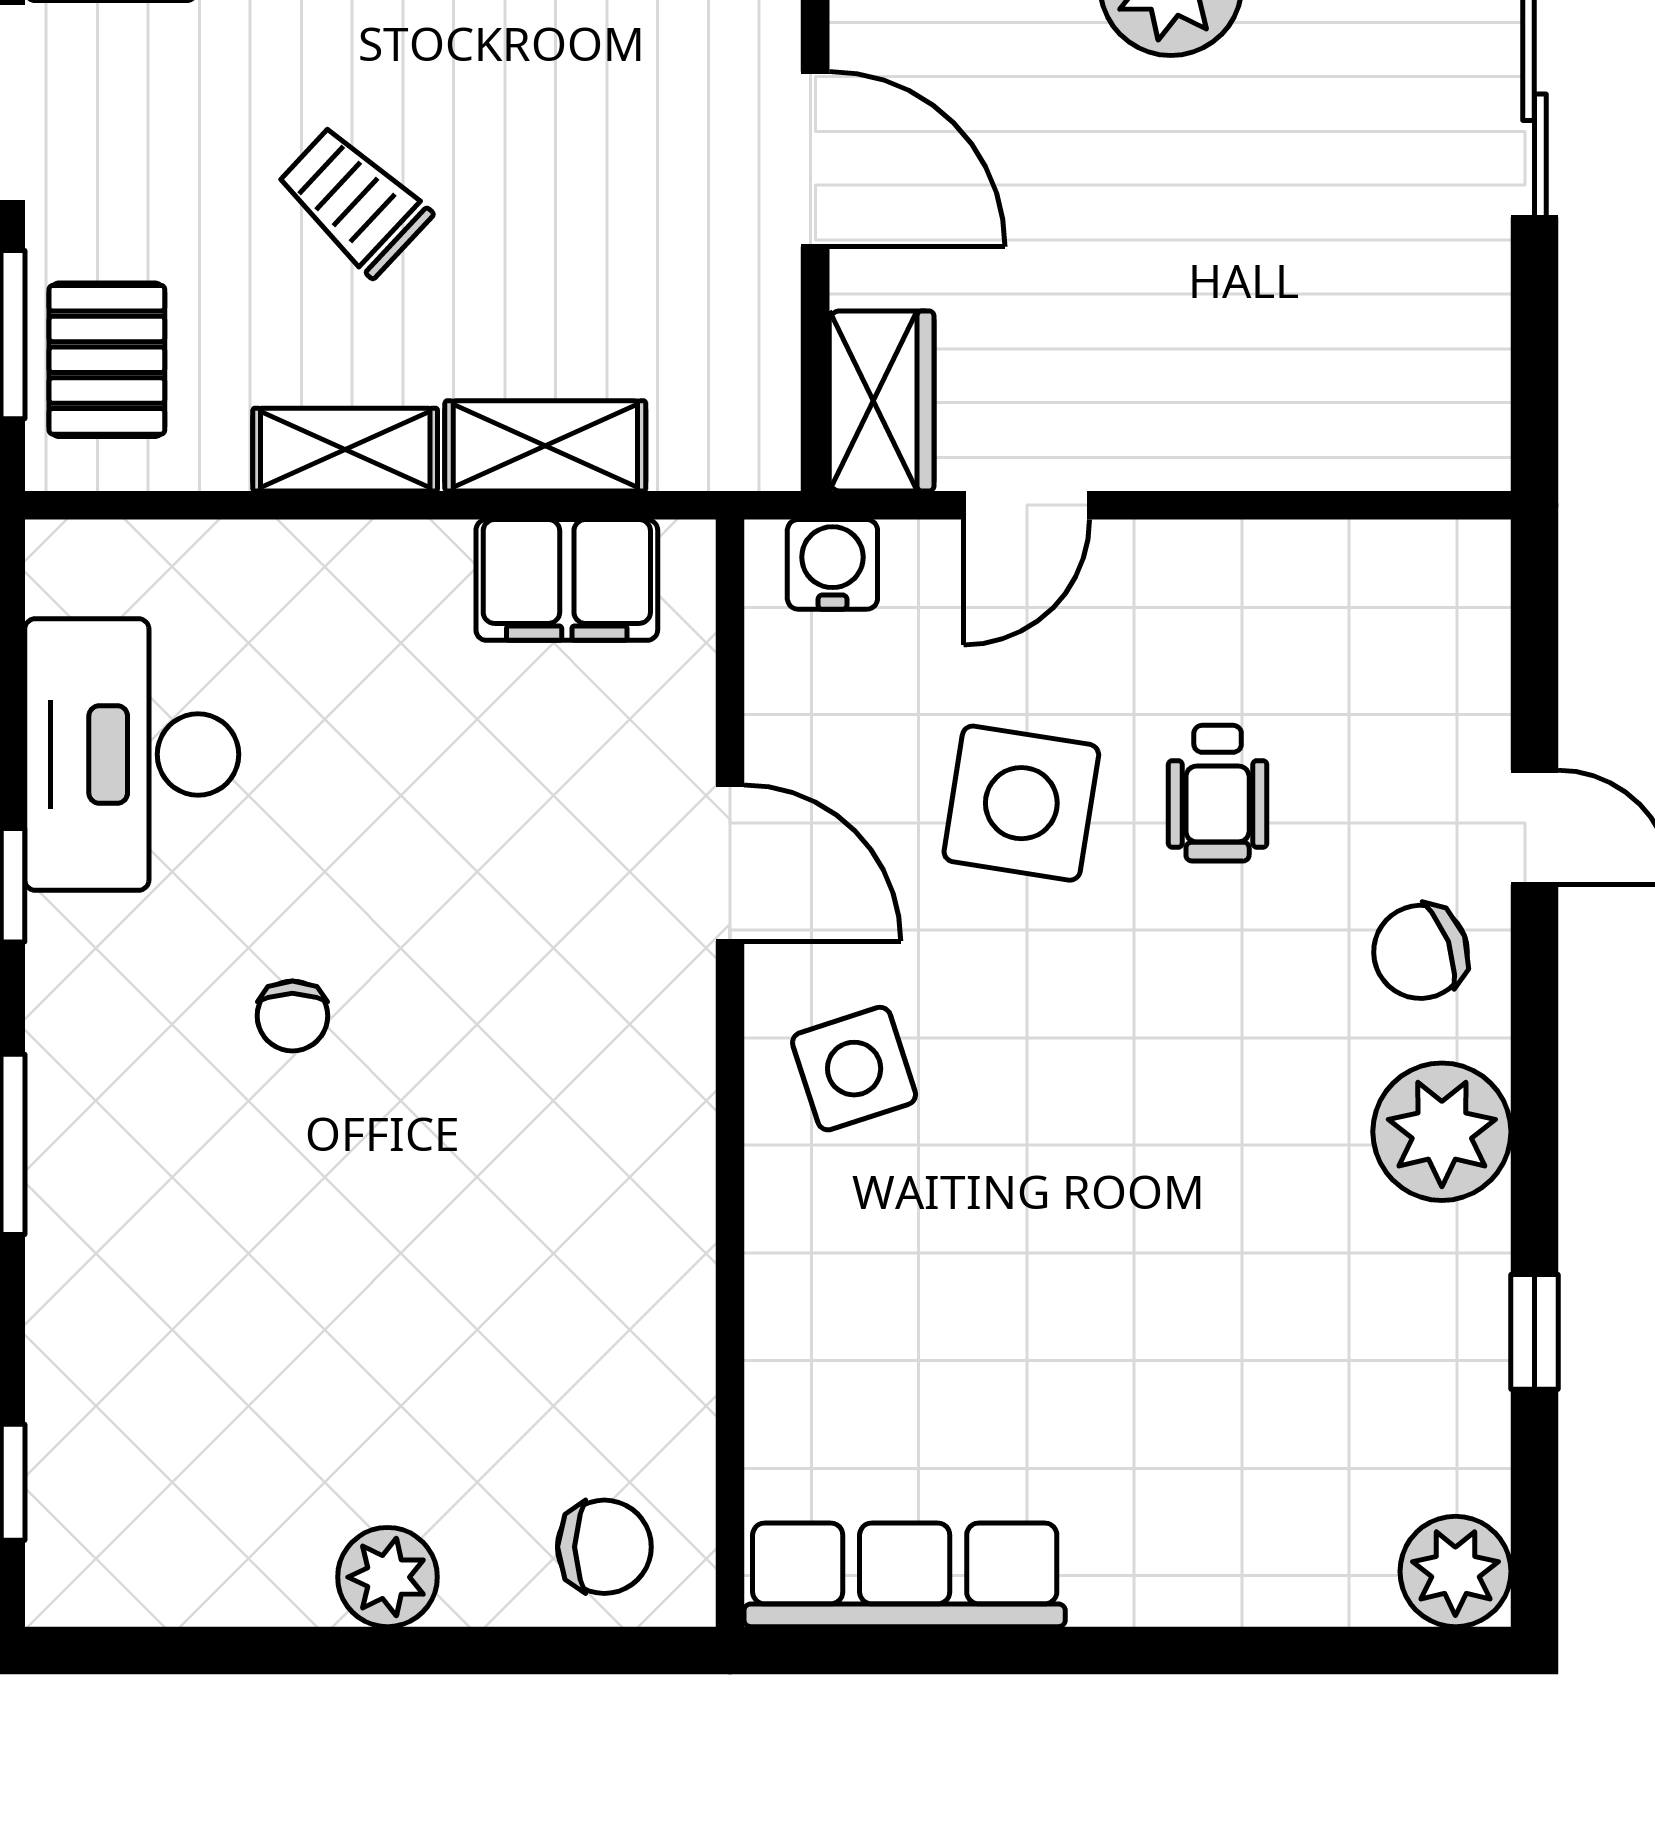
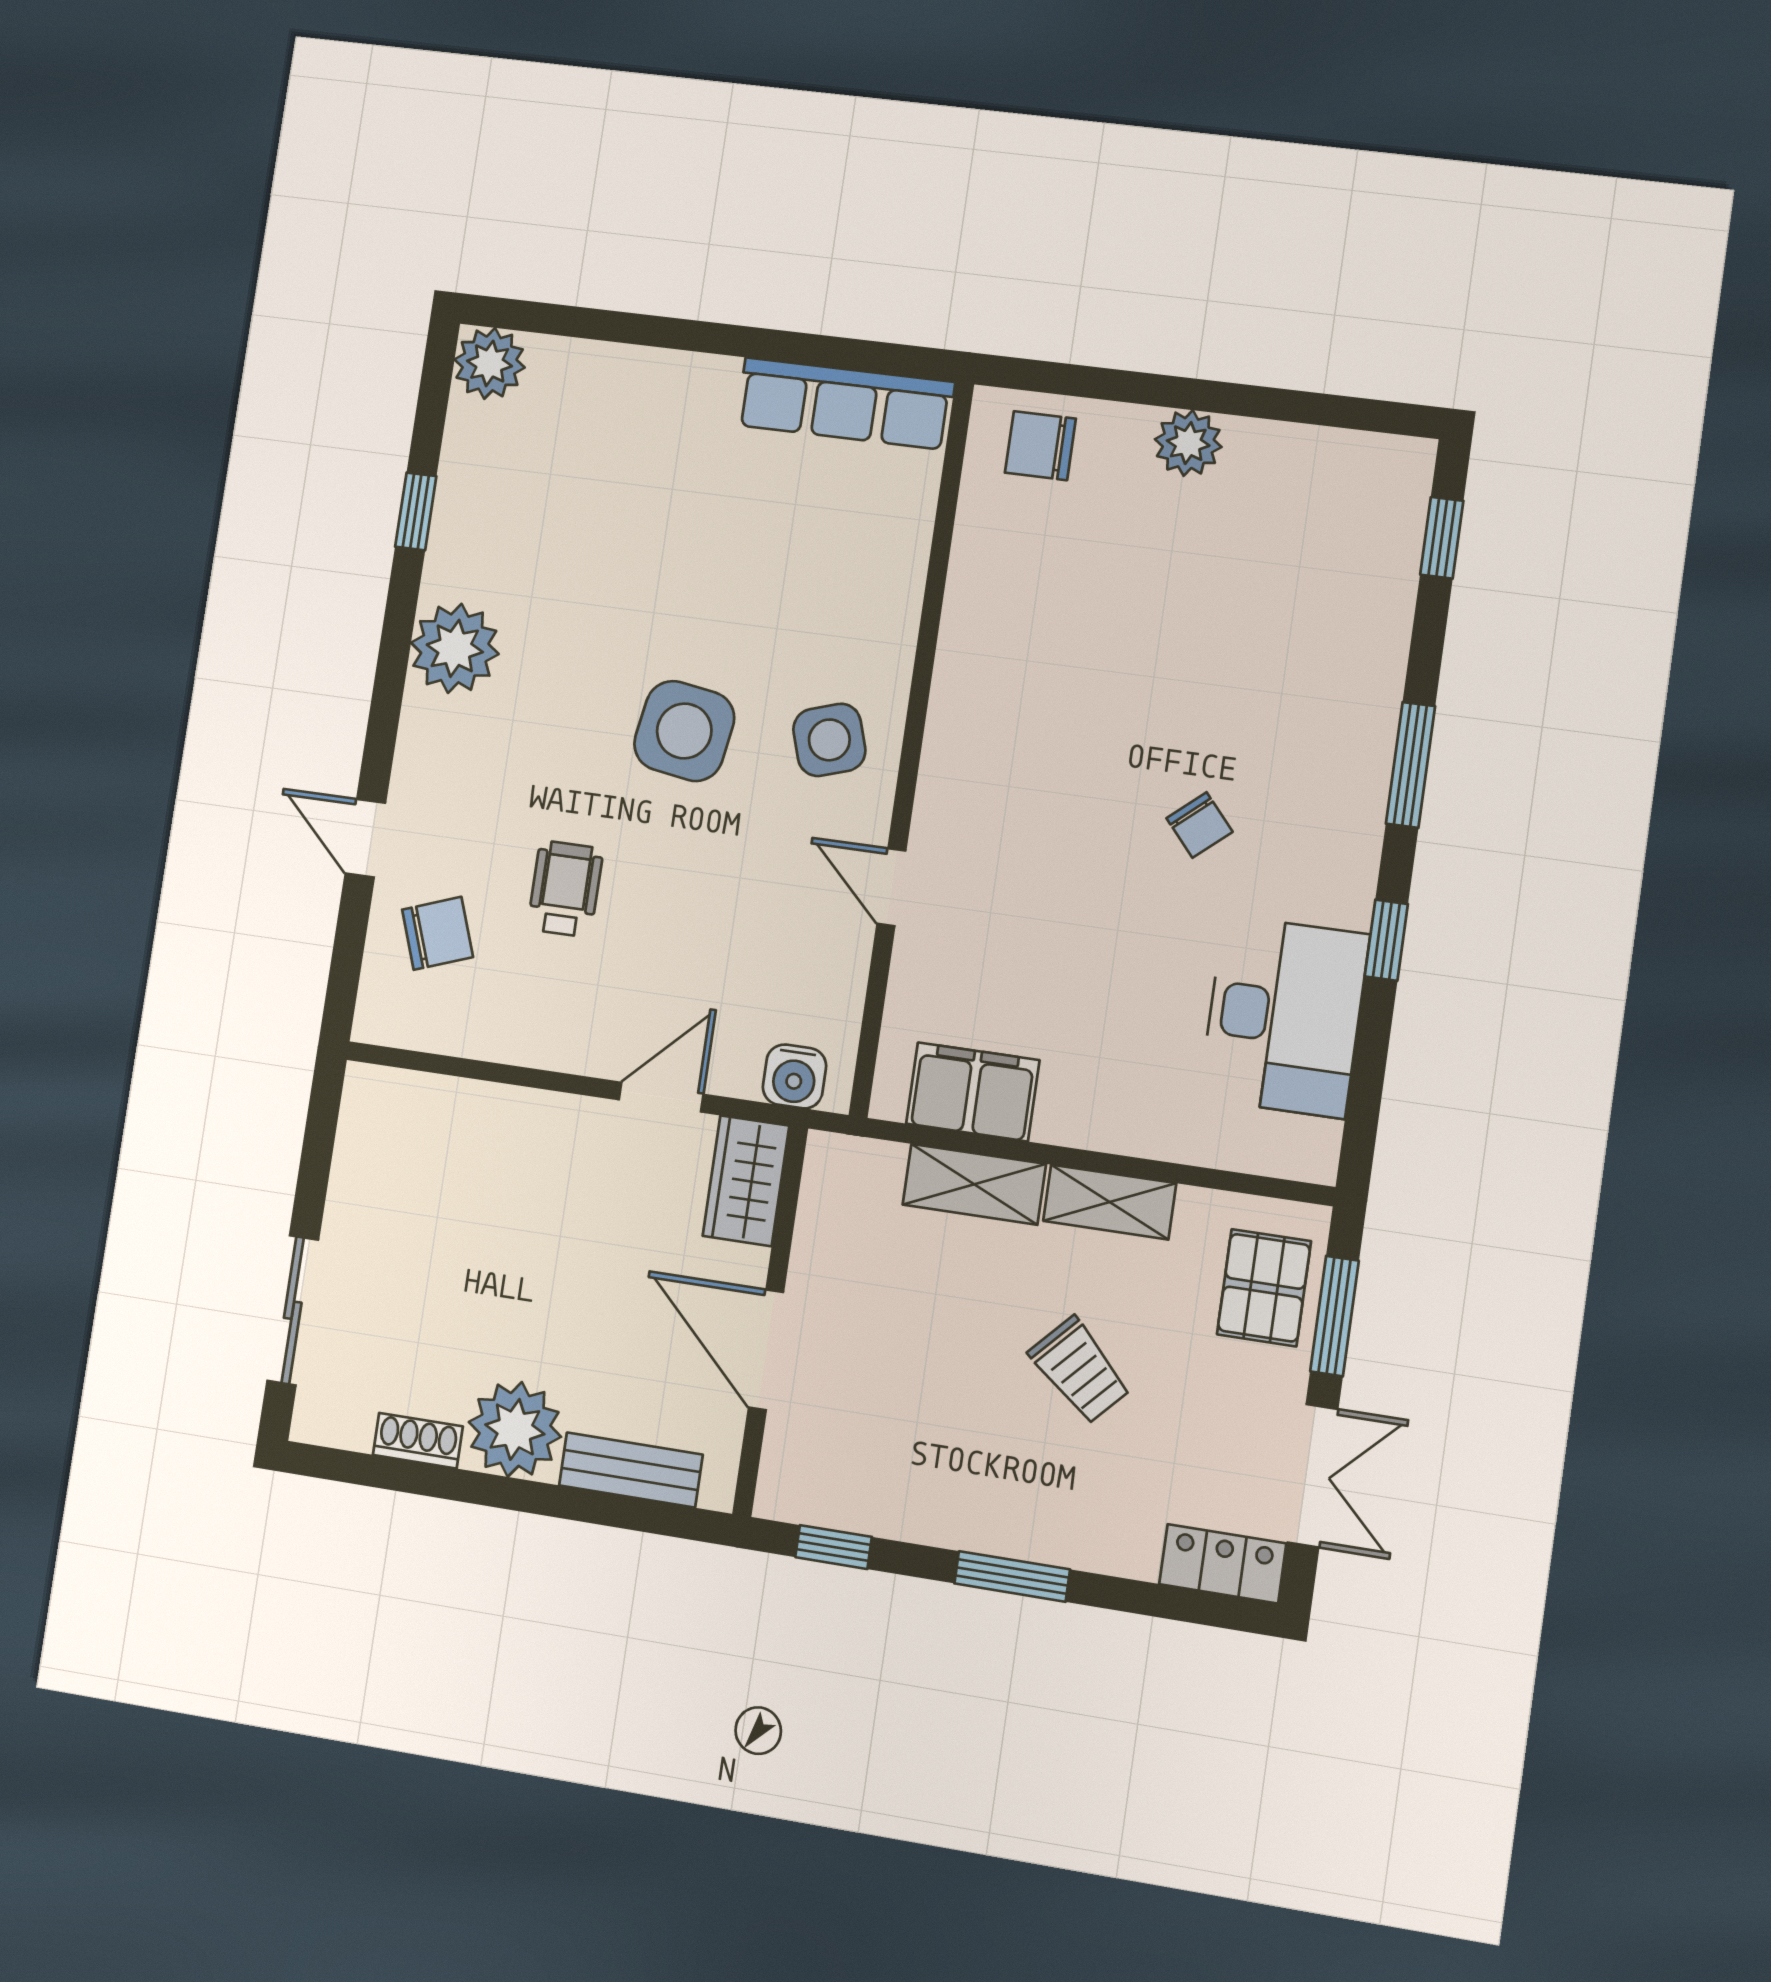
side table: (1021, 803) -> (684, 731), moved
door: (730, 863) -> (891, 887), width x0.73
chair: (1421, 952) -> (438, 933), moved
chair: (292, 1016) -> (1199, 825), turned 139

